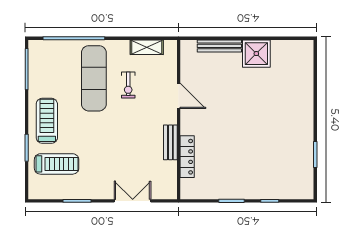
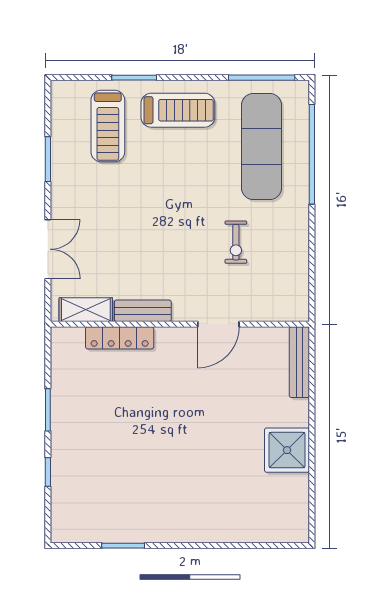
bench: (219, 46) -> (299, 362), moved
shelving: (147, 47) -> (86, 310), moved, turned 90
exercise mat: (94, 78) -> (261, 147), moved, turned 90
exercise bike: (128, 85) -> (236, 242), turned -90

